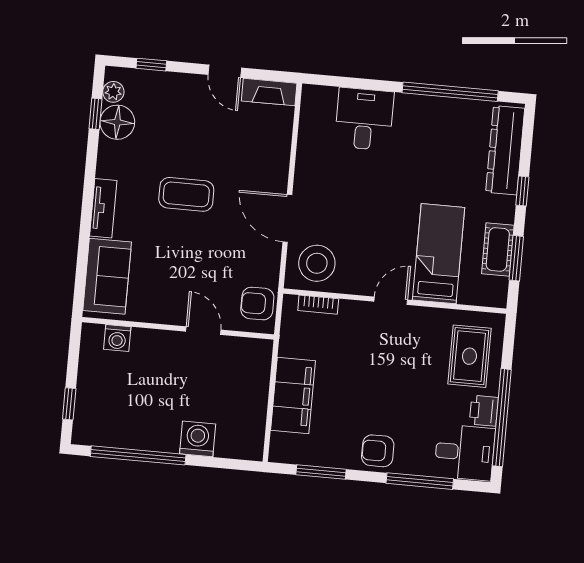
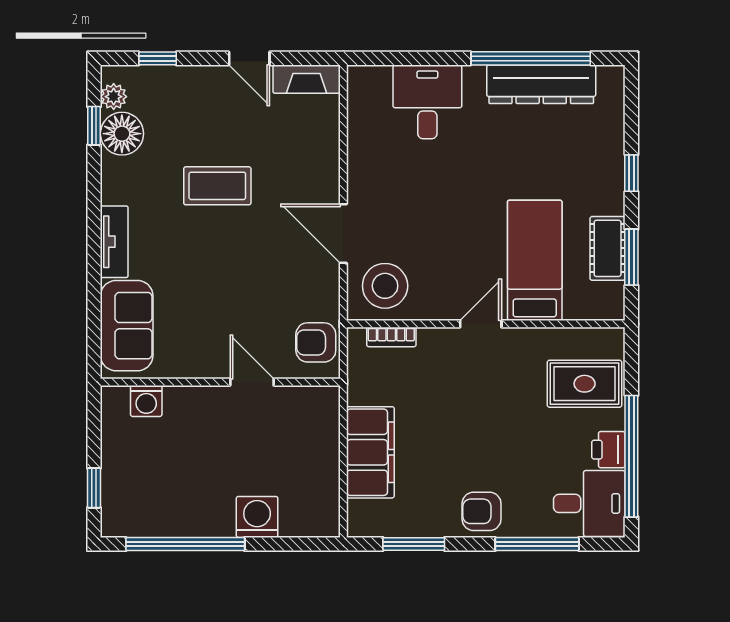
dresser: (505, 150) -> (541, 84), moved, turned -90
coffee table: (186, 194) -> (217, 186), moved
rug: (469, 356) -> (585, 384), turned 90

